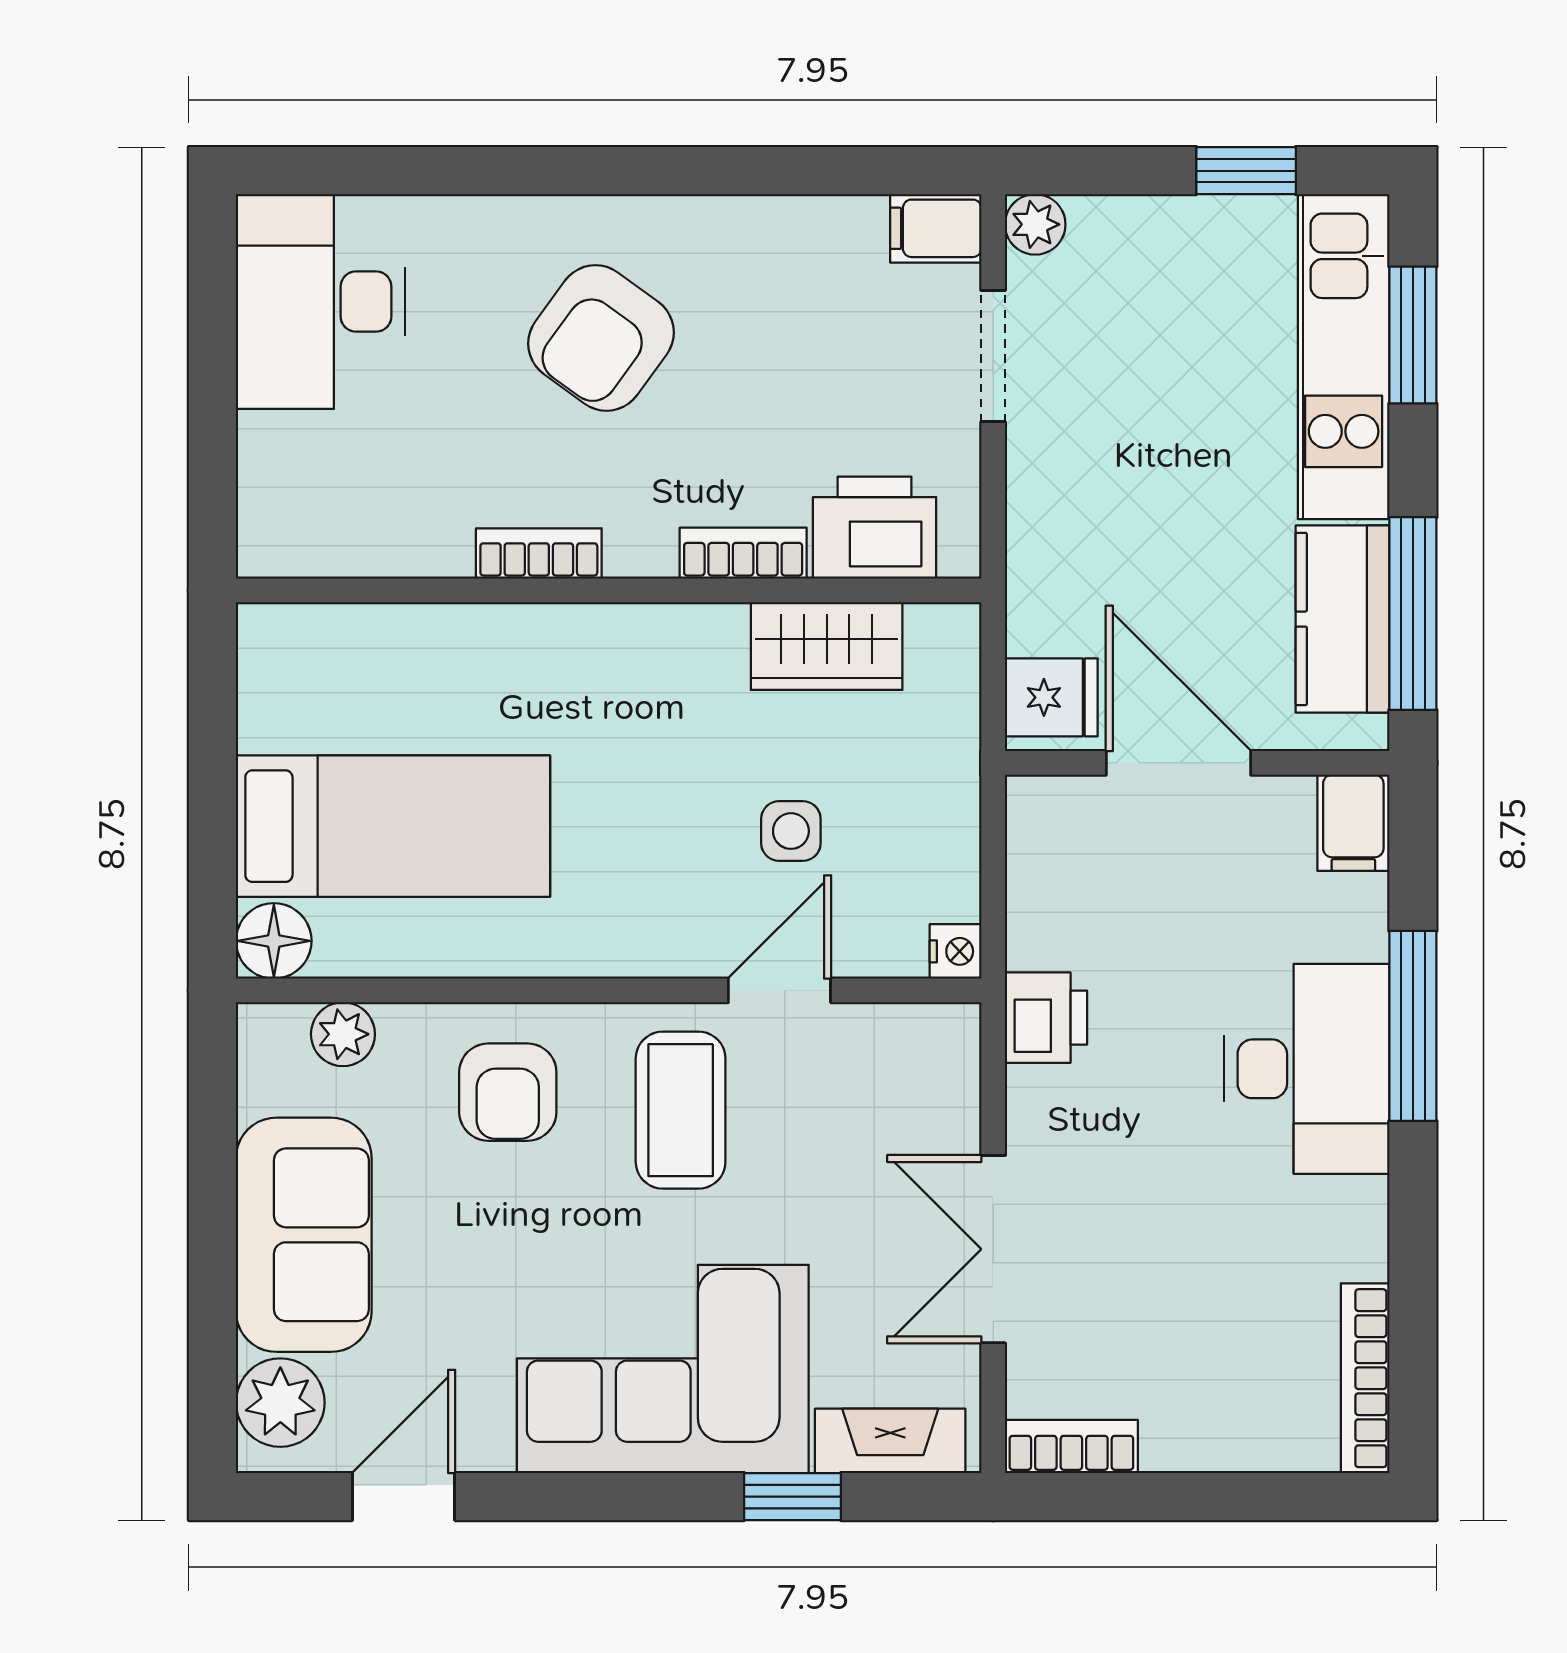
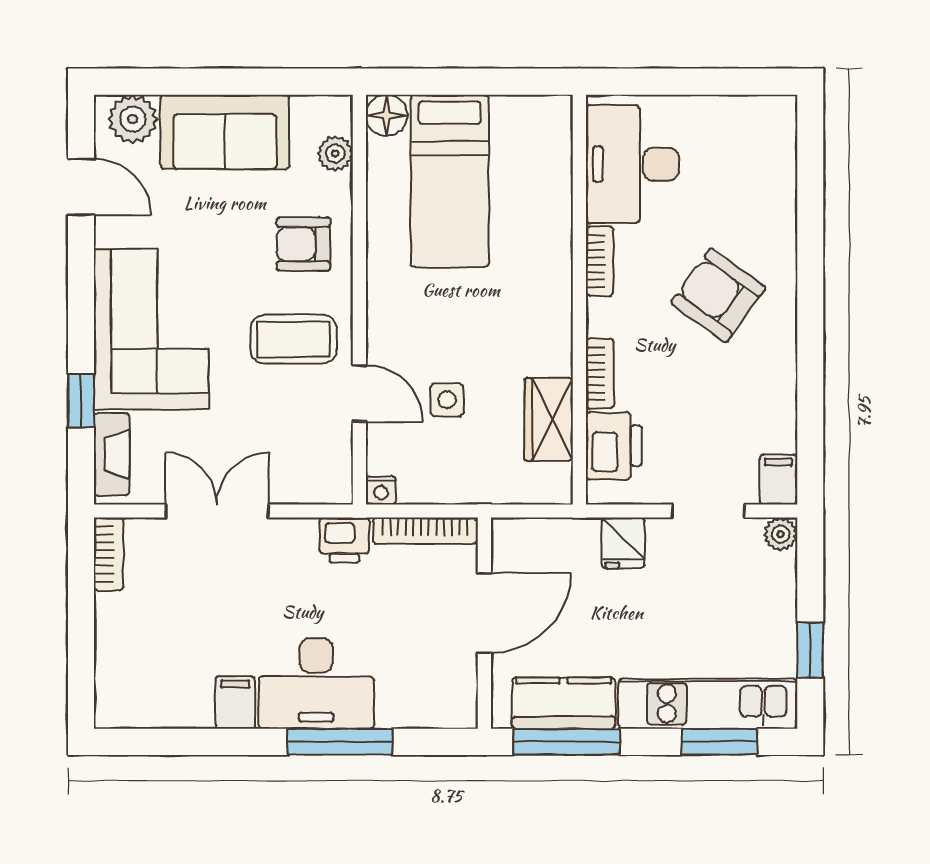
desk: (320, 302) -> (632, 164), moved, turned -90
fridge: (1051, 697) -> (623, 543), moved
filing cabinet: (1353, 823) -> (235, 702), moved, turned 90
bookcase: (1365, 1378) -> (425, 531), moved, turned 180

